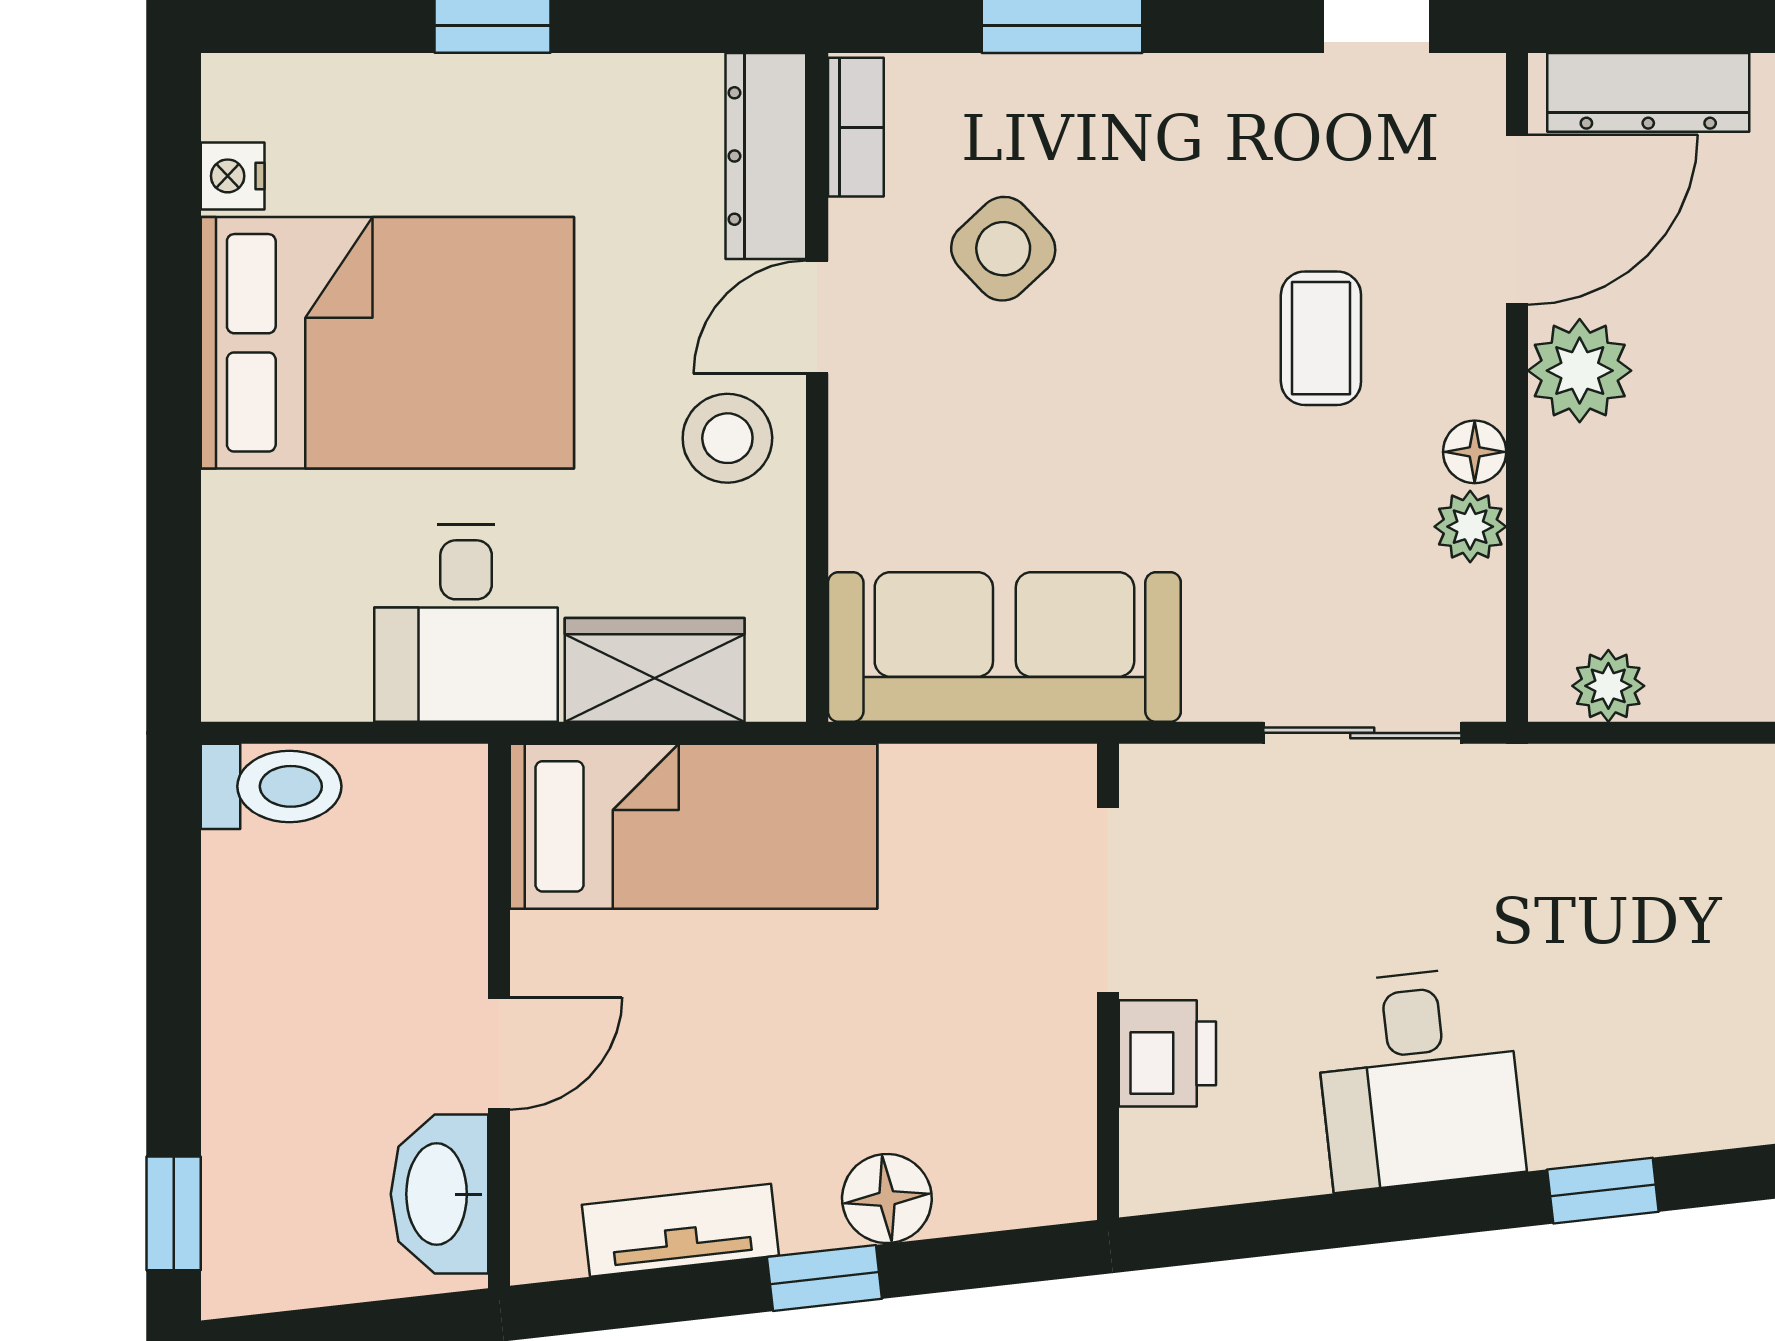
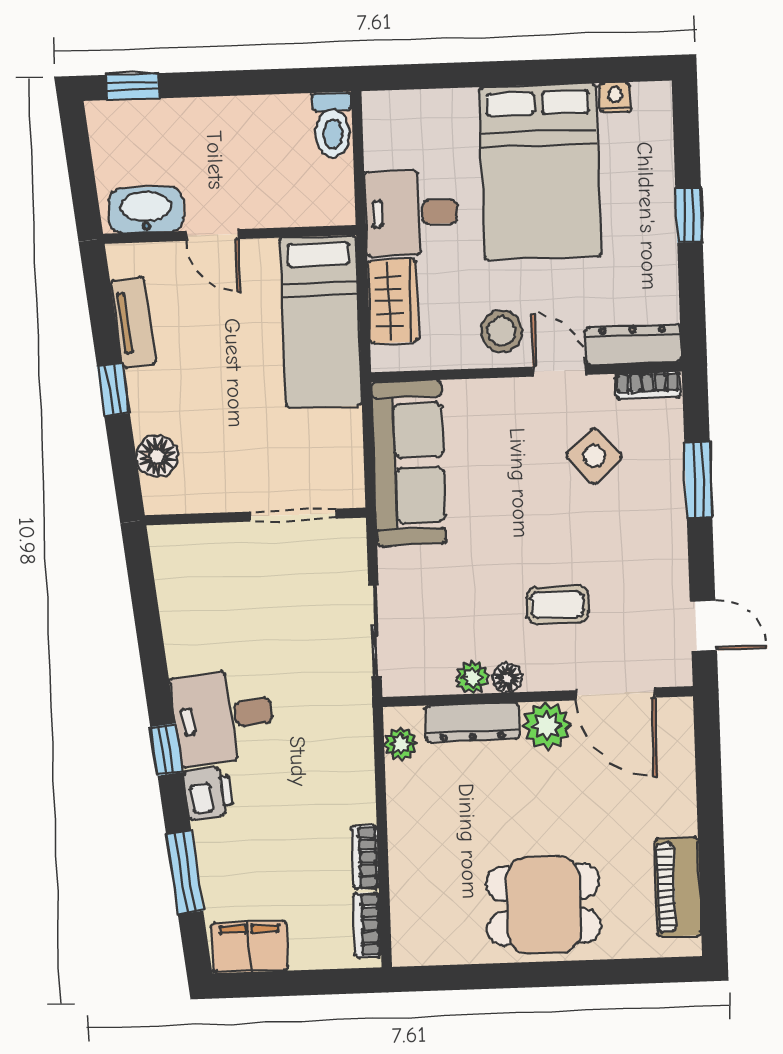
dresser: (1648, 92) -> (472, 722), moved, turned -90
printer: (1167, 1053) -> (208, 793), moved, turned -96
desk: (1419, 1078) -> (224, 717), moved
floor lamp: (887, 1199) -> (157, 456), moved

